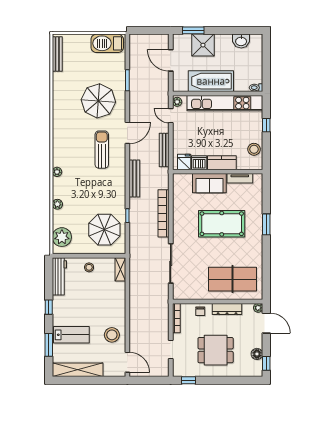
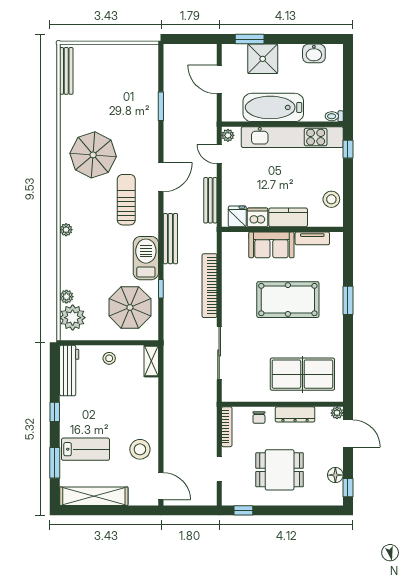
barbecue: (107, 43) -> (146, 258), moved, turned 90
parasol: (98, 101) -> (93, 155), moved
window: (266, 125) -> (348, 149), moved
plant: (57, 204) -> (66, 297), moved

